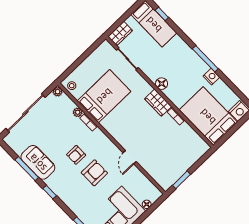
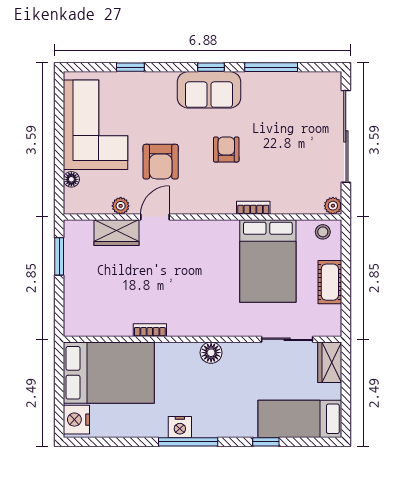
window: (162, 14) -> (266, 442), moved
cot: (89, 64) -> (330, 282), added
nightstand: (211, 77) -> (180, 427), moved
wardrobe: (158, 103) -> (117, 233), moved, turned 180
plant: (78, 112) -> (121, 206), moved
door: (130, 157) -> (155, 217), hinge flipped
sofa: (38, 162) -> (209, 90), moved
armchair: (94, 173) -> (161, 162), moved

